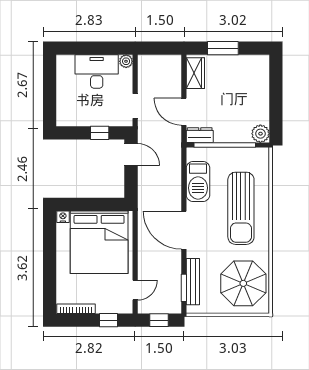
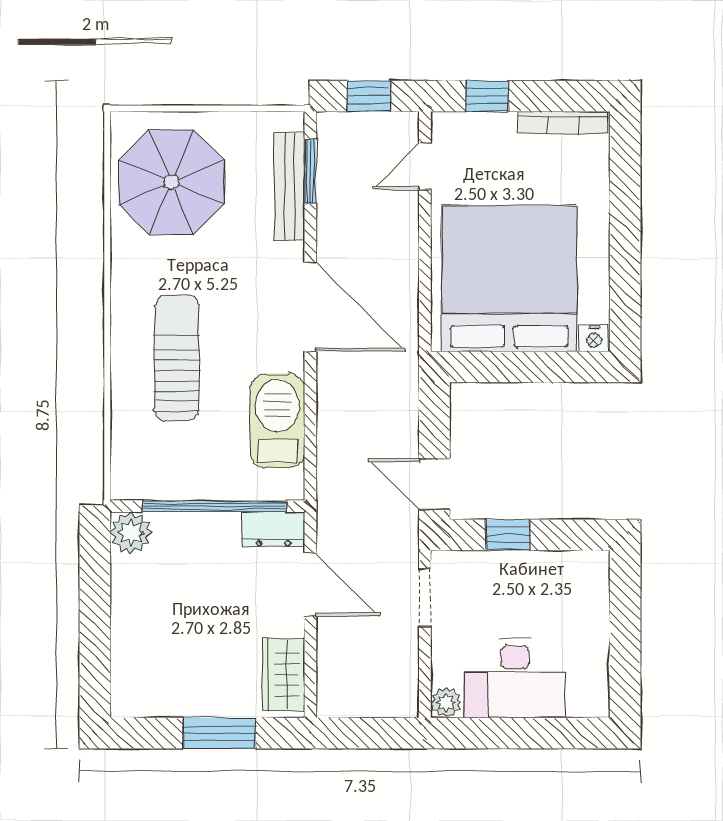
sun lounger: (241, 208) -> (177, 358), width x0.73, depth x0.75

